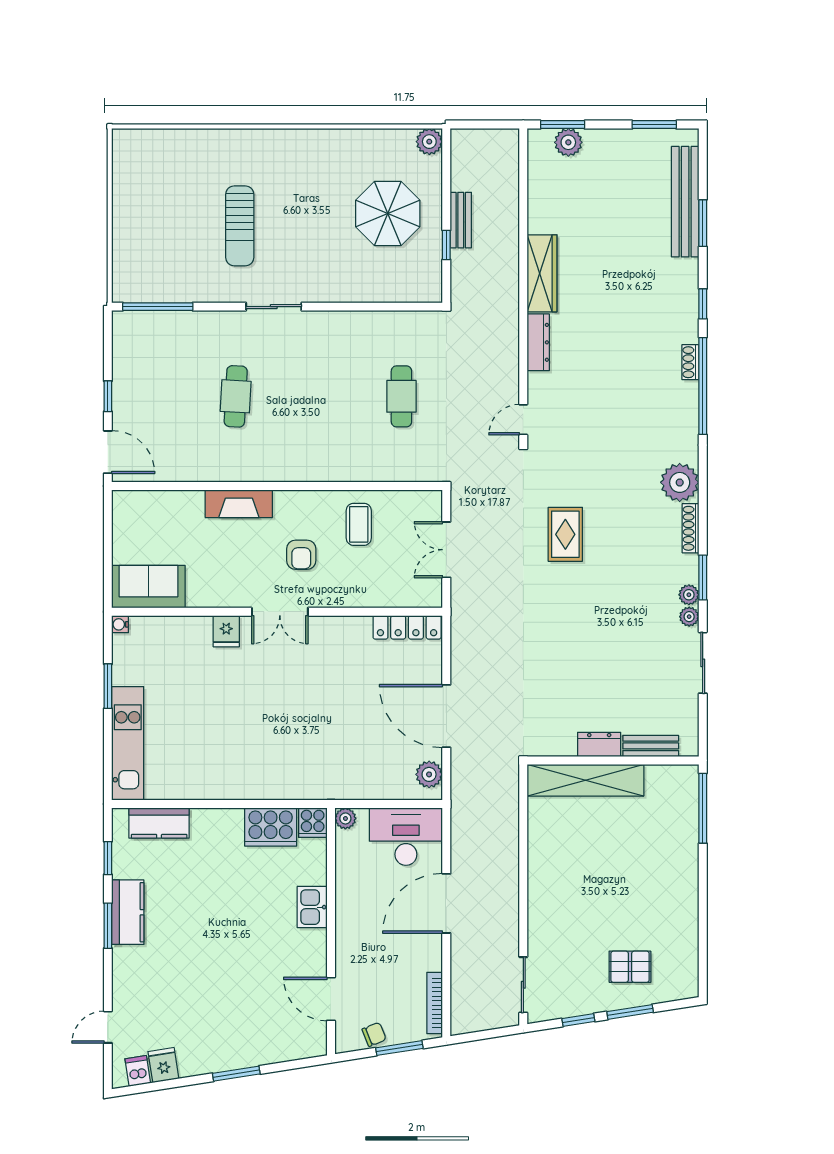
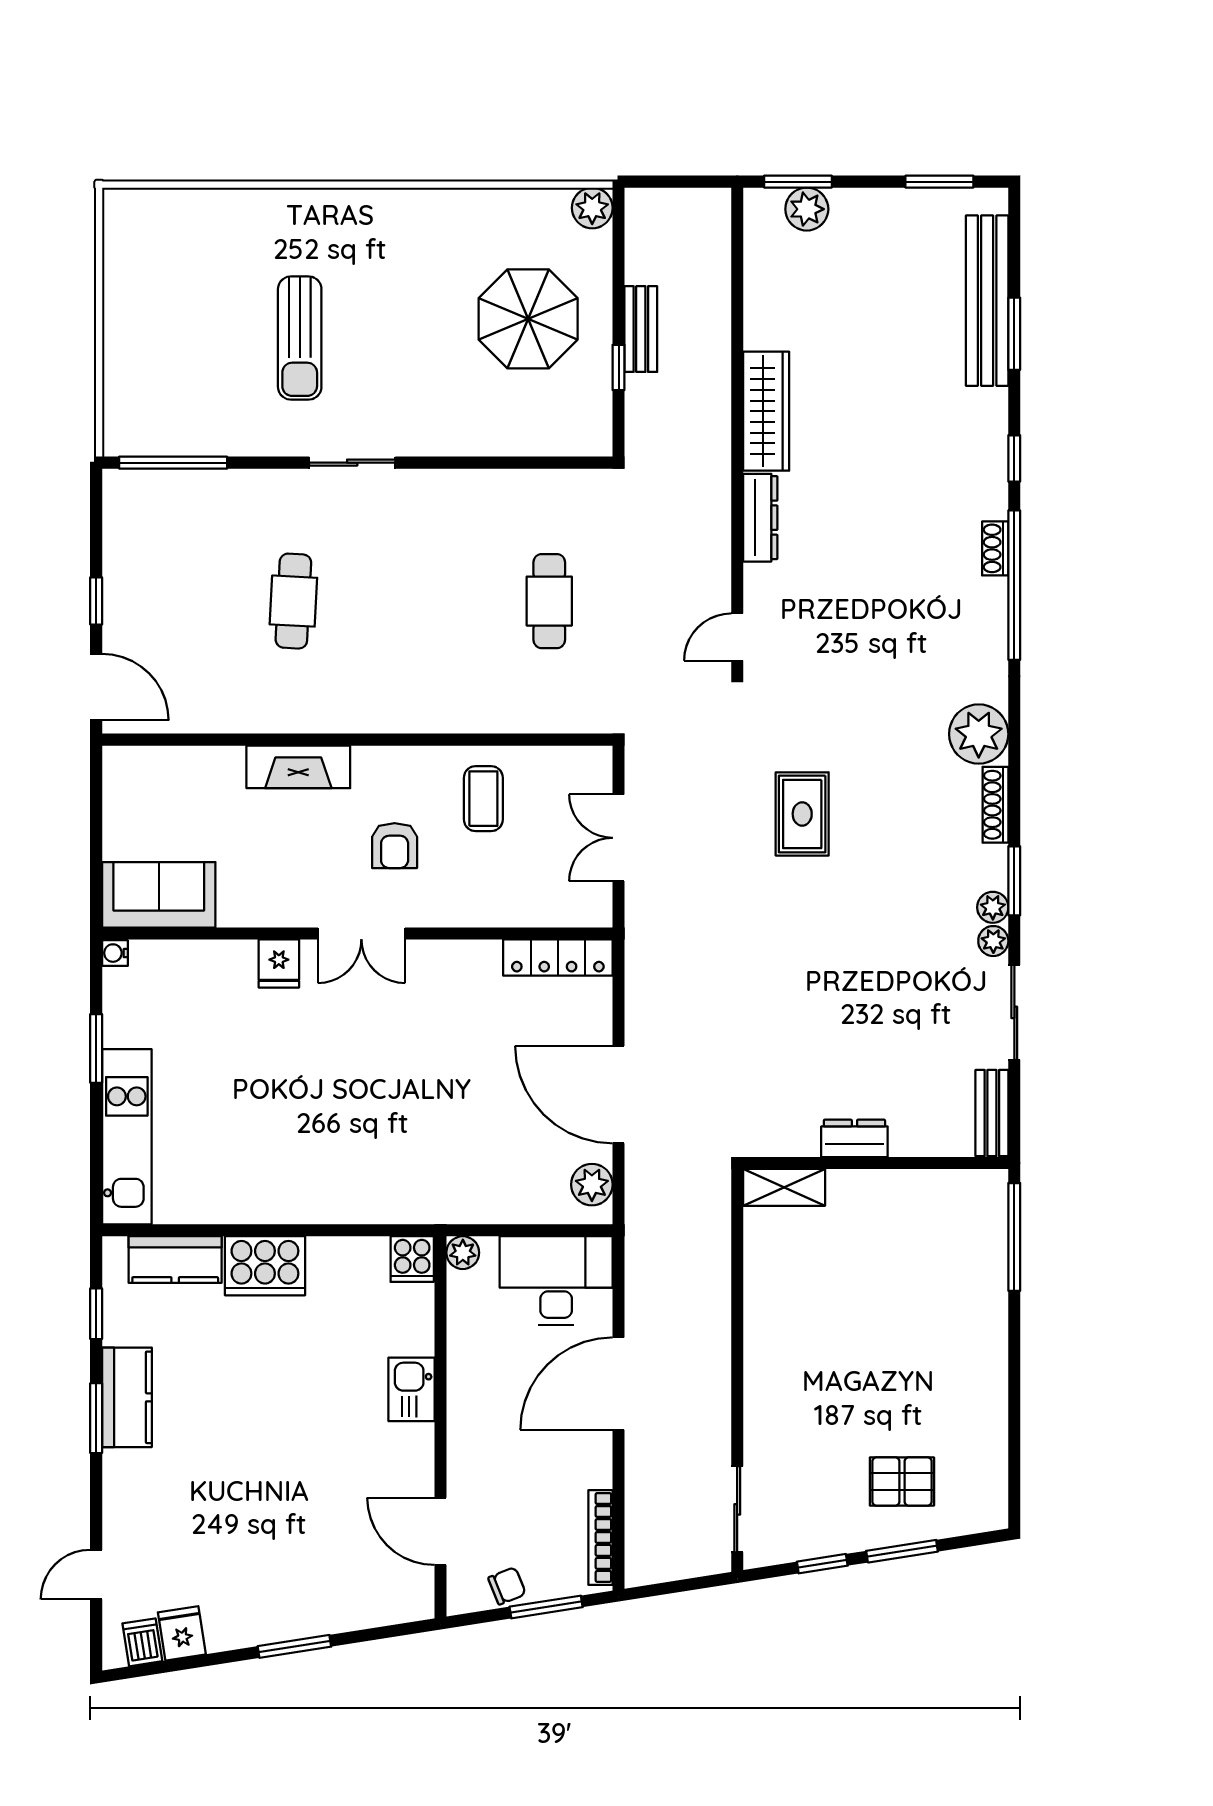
bench: (651, 746) -> (992, 1113), moved, turned 90
shelving: (585, 780) -> (784, 1187), width x0.45, depth x0.75
cooker: (271, 827) -> (265, 1266), moved

